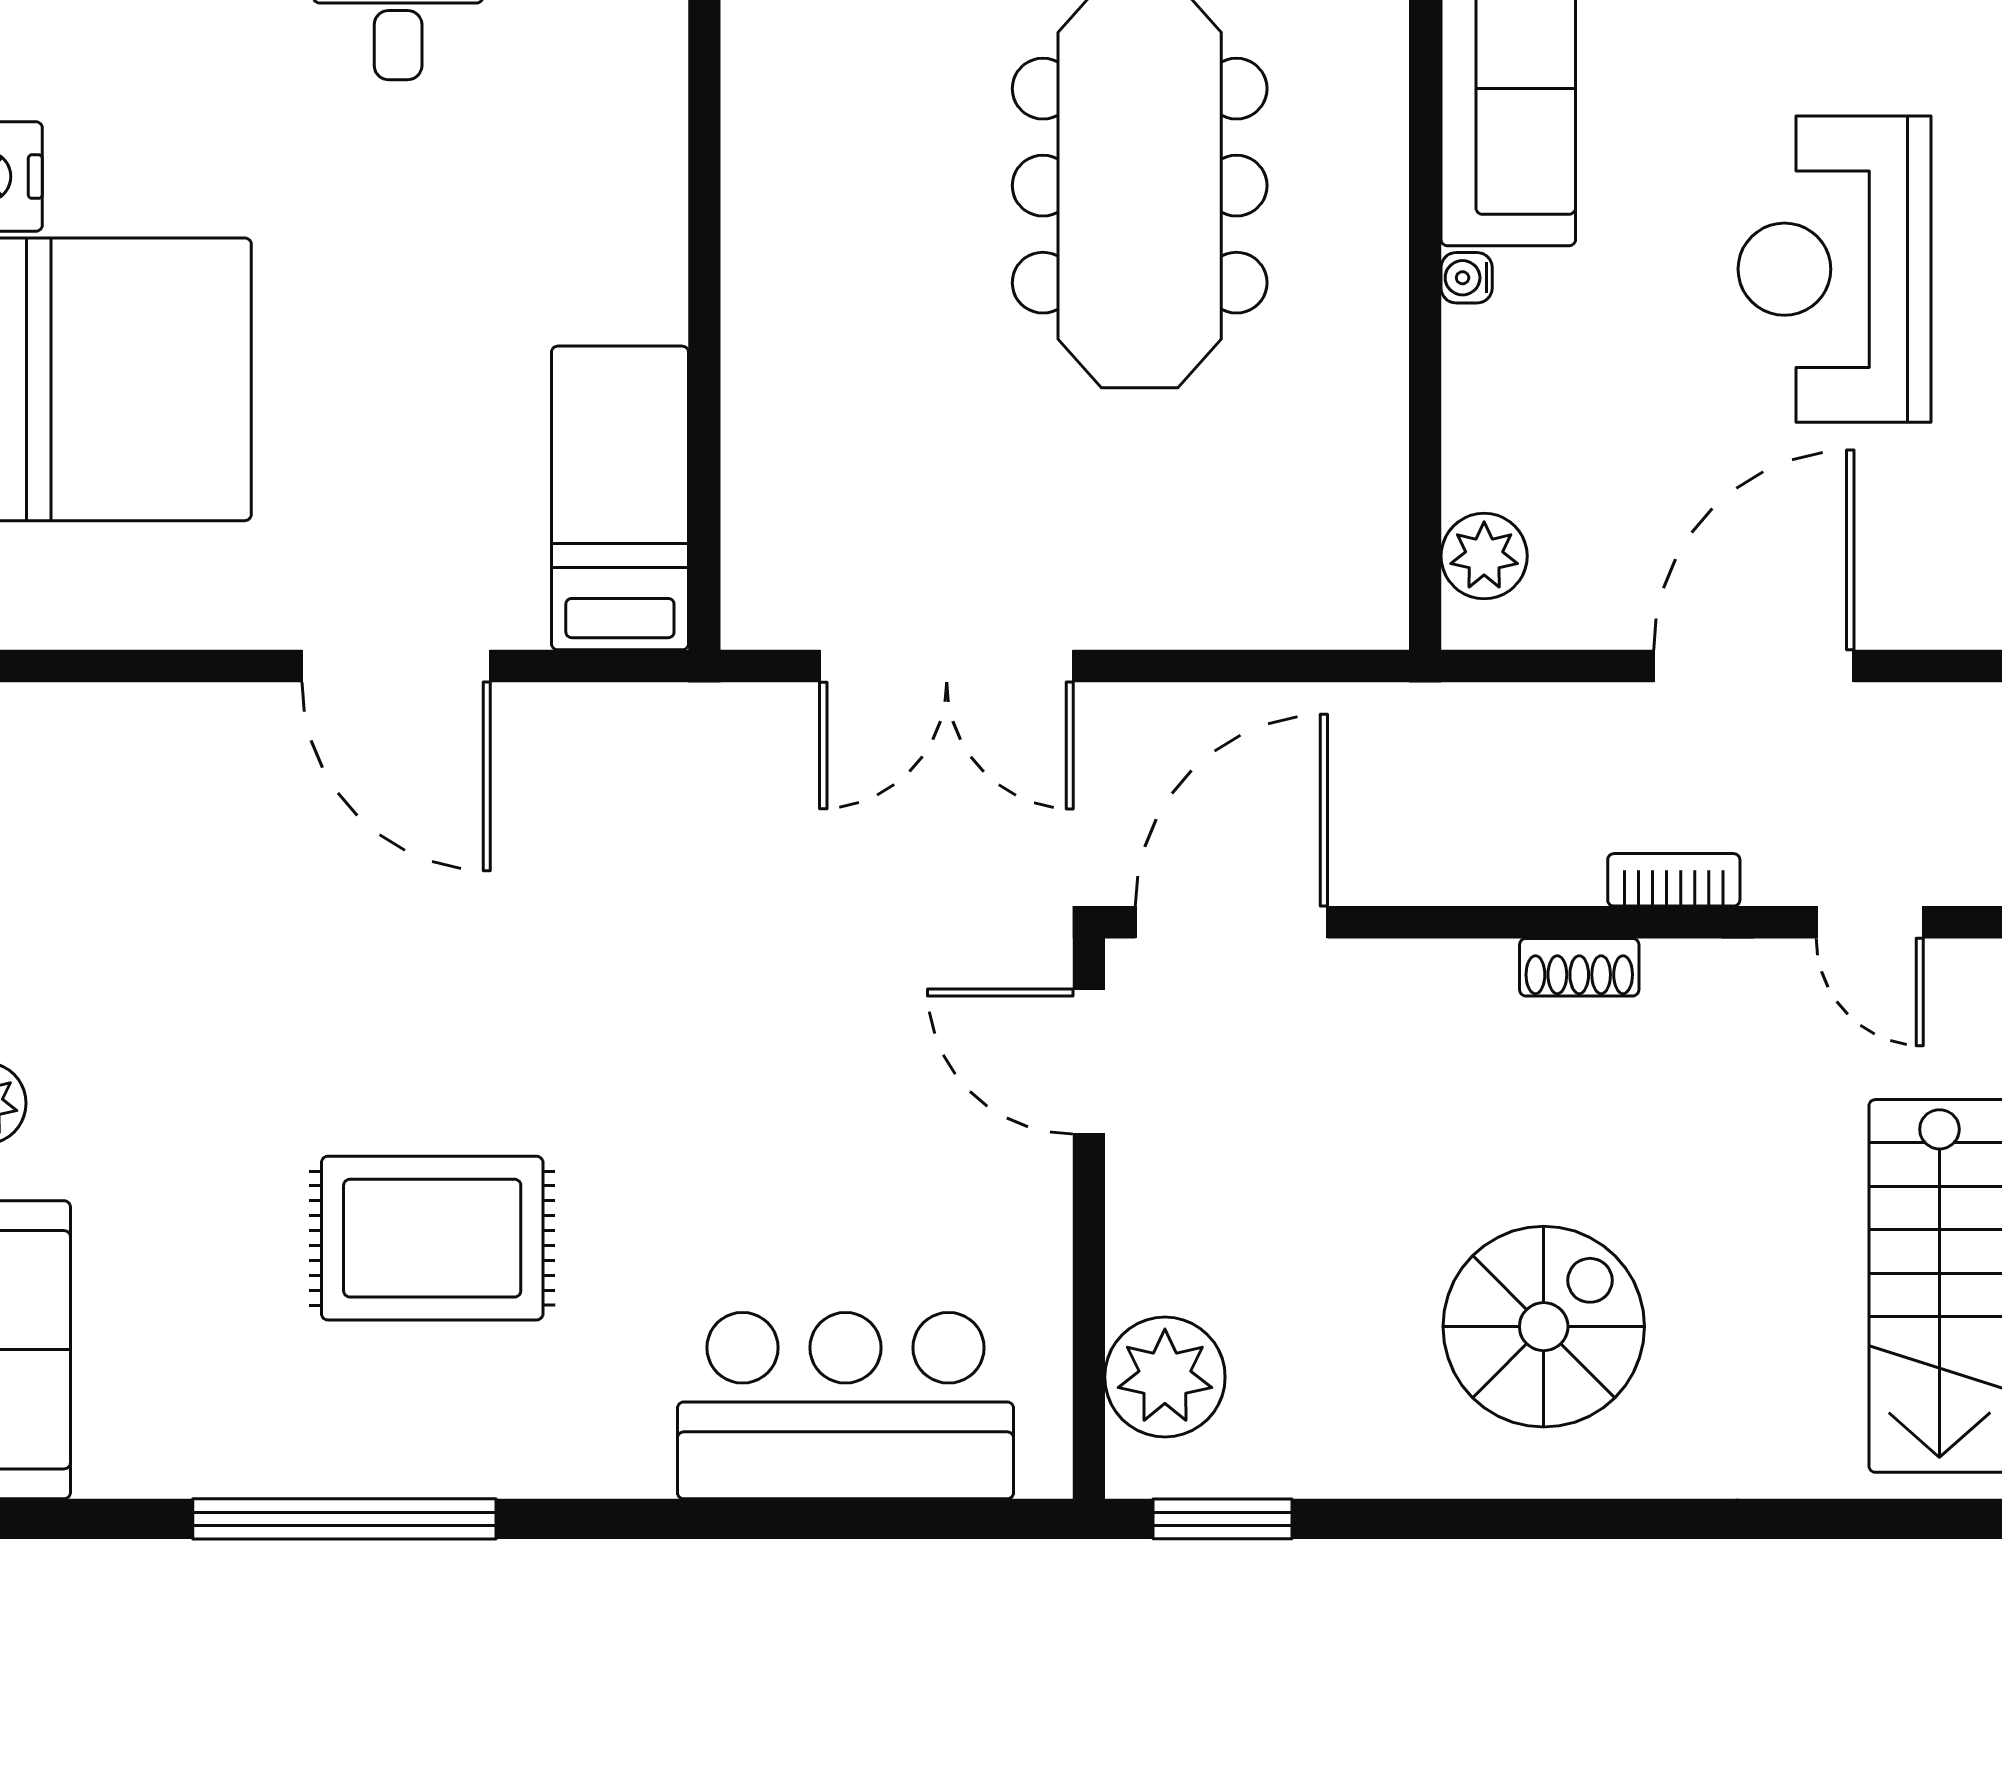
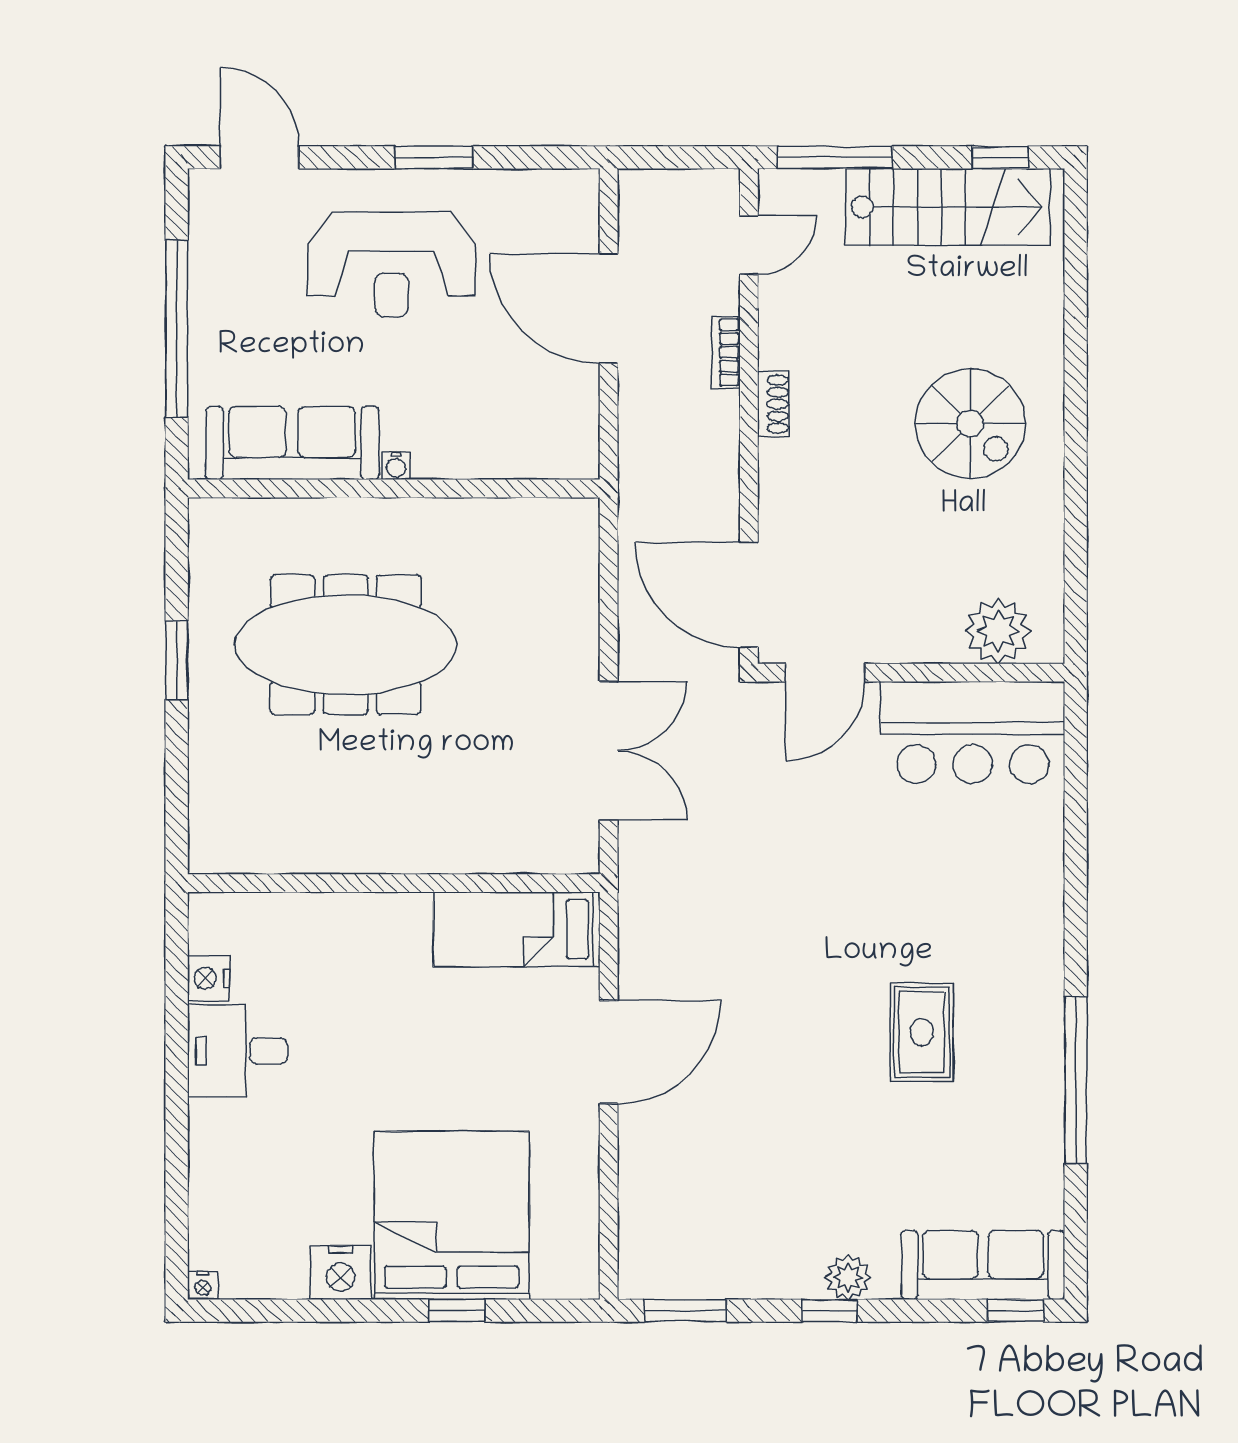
plant: (1484, 556) -> (548, 456), removed
rug: (432, 1238) -> (922, 1032), width x0.73, depth x0.70
spiral stairs: (1544, 1327) -> (970, 424), turned 180
bar counter: (846, 1406) -> (973, 733), moved, turned -90
window: (1223, 1519) -> (1076, 599), removed

